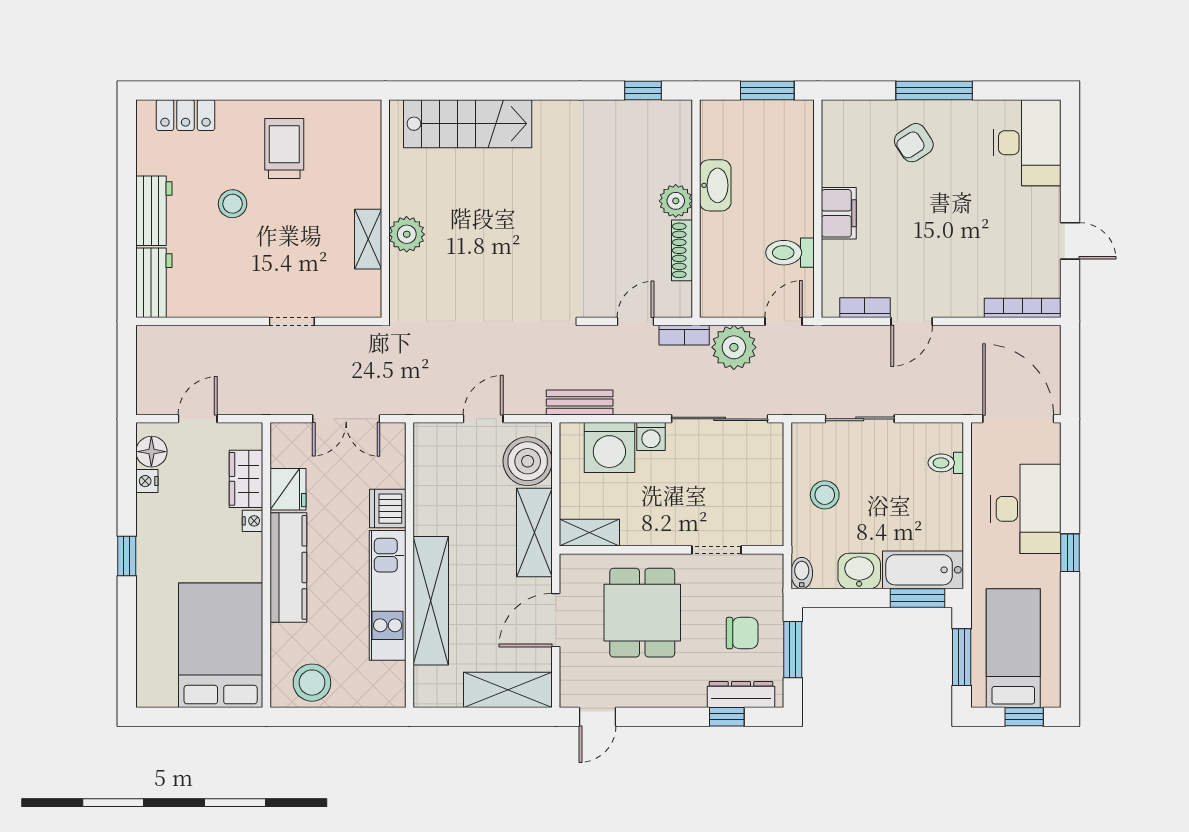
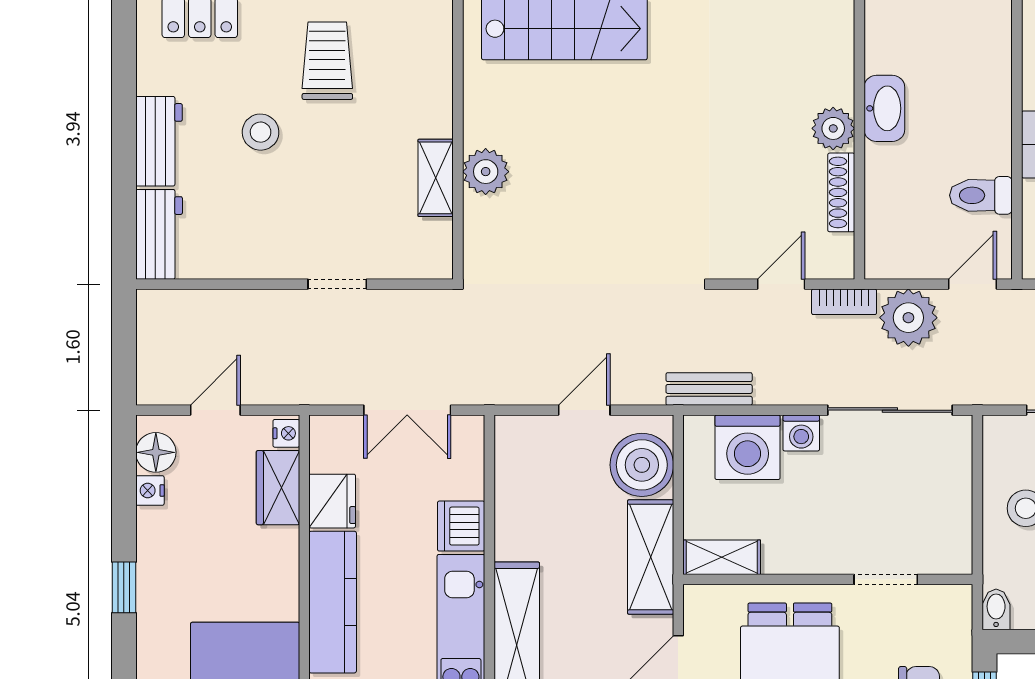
nightstand: (253, 521) -> (286, 433), moved

